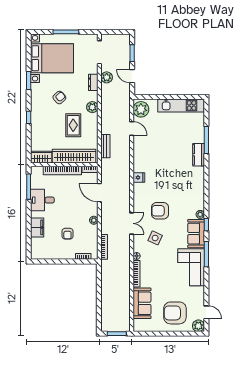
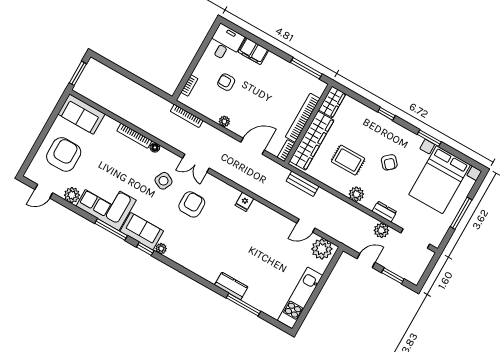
desk: (42, 200) -> (225, 43), moved
sofa: (142, 303) -> (81, 114), moved
plant: (198, 326) -> (72, 195), moved

